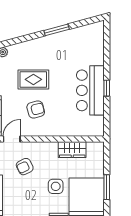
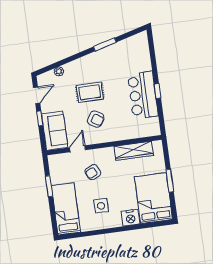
armchair: (36, 109) -> (96, 119), turned 46
wardrobe: (72, 150) -> (134, 151), width x1.50
side table: (56, 186) -> (101, 206), moved

